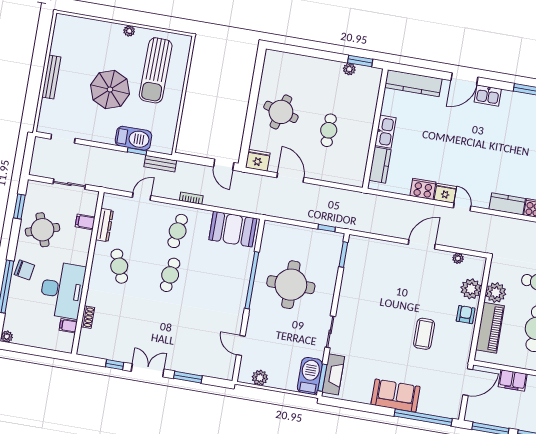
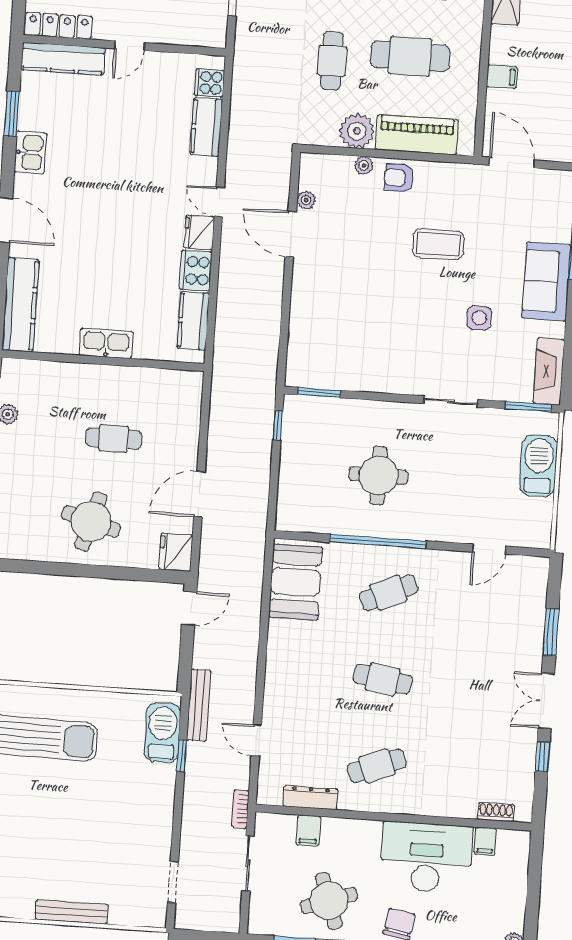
parasol: (110, 90) -> (83, 811), removed
kitchen sink: (488, 96) -> (30, 152), moved
barbecue: (133, 138) -> (162, 733), moved
bench: (160, 164) -> (199, 705), width x1.36
kitchen counter: (380, 165) -> (193, 321), moved, turned -90
bookcase: (191, 198) -> (240, 809), moved
door: (462, 207) -> (219, 202), hinge flipped
cafe table: (178, 231) -> (389, 593), moved, turned -33
door: (422, 244) -> (291, 234), moved
round table: (291, 285) -> (379, 475), width x0.73, depth x0.73
plant: (471, 289) -> (364, 166), width x0.53, depth x0.53
shoe rack: (88, 317) -> (496, 812), moved
side table: (378, 354) -> (479, 318), added
fireplace: (333, 374) -> (549, 371), moved, turned -90
barbecue: (310, 376) -> (538, 466), moved, turned 90
plant: (260, 378) -> (540, 512), removed
filing cabinet: (513, 380) -> (502, 77), width x0.50

